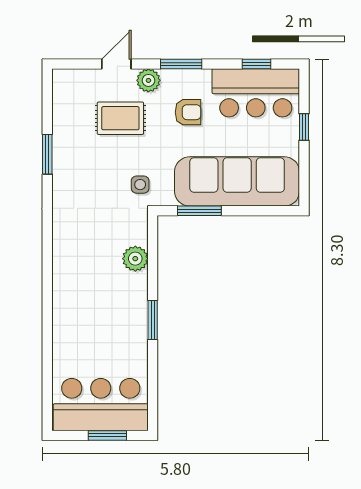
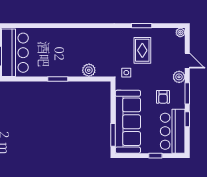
window: (257, 64) -> (187, 119), moved
plant: (61, 78) -> (180, 32), added
rug: (120, 118) -> (142, 50), moved
window: (199, 211) -> (113, 135), moved

